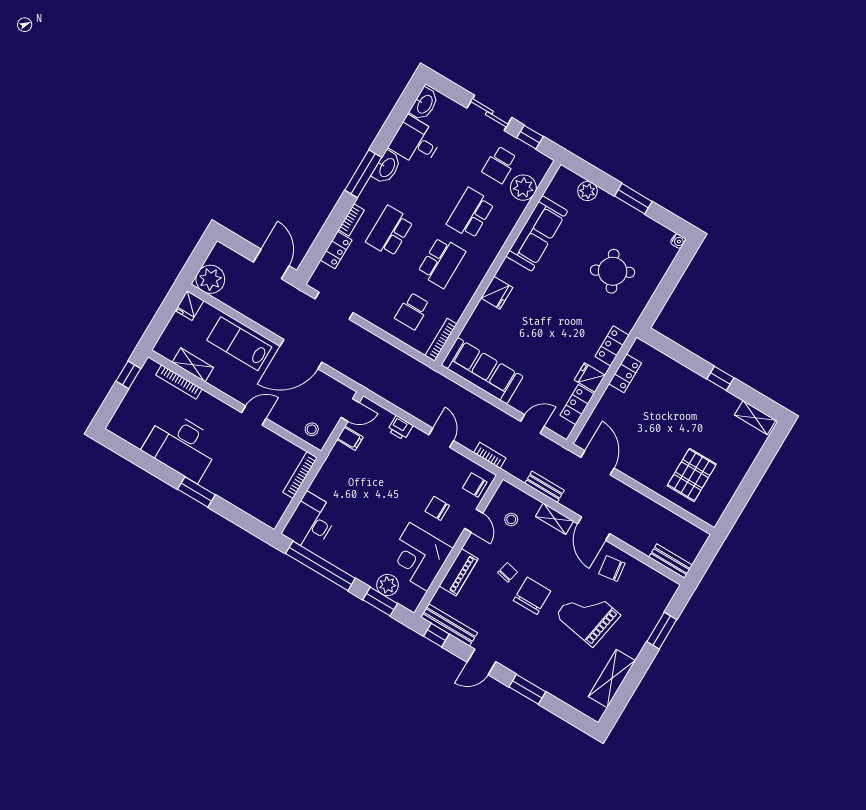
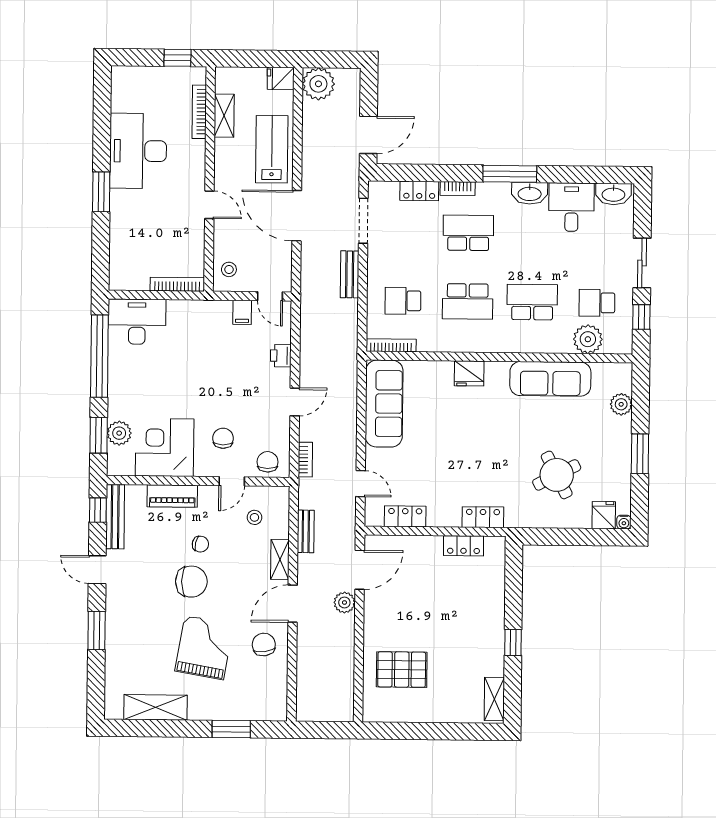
fridge: (590, 378) -> (604, 515), moved
plant: (616, 489) -> (344, 602), added
bench: (671, 561) -> (350, 274), moved

